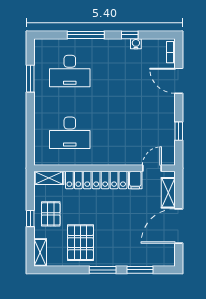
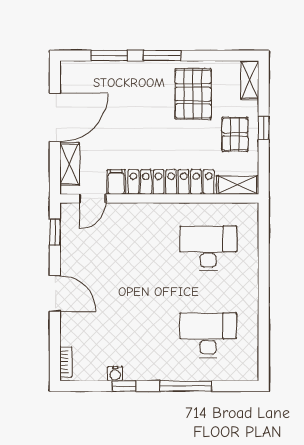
window: (30, 79) -> (264, 324), removed
door: (179, 81) -> (55, 293), moved
window: (179, 131) -> (55, 232), moved

